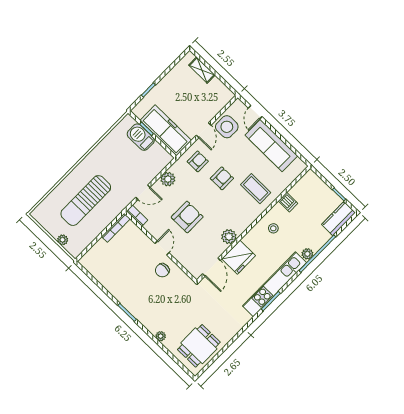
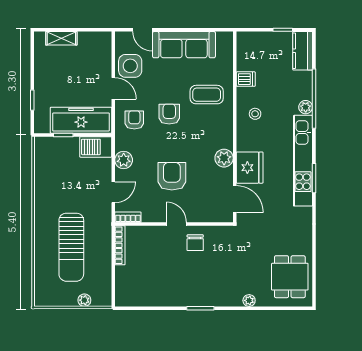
barbecue: (141, 137) -> (96, 147), moved

